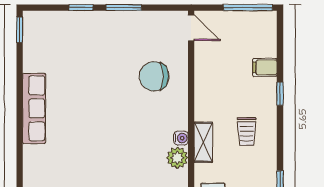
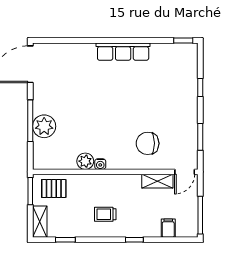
window: (124, 8) -> (200, 137), moved
filing cabinet: (265, 67) -> (168, 228), moved
chair: (154, 76) -> (148, 143), turned -90
shelving: (203, 142) -> (157, 181), moved

